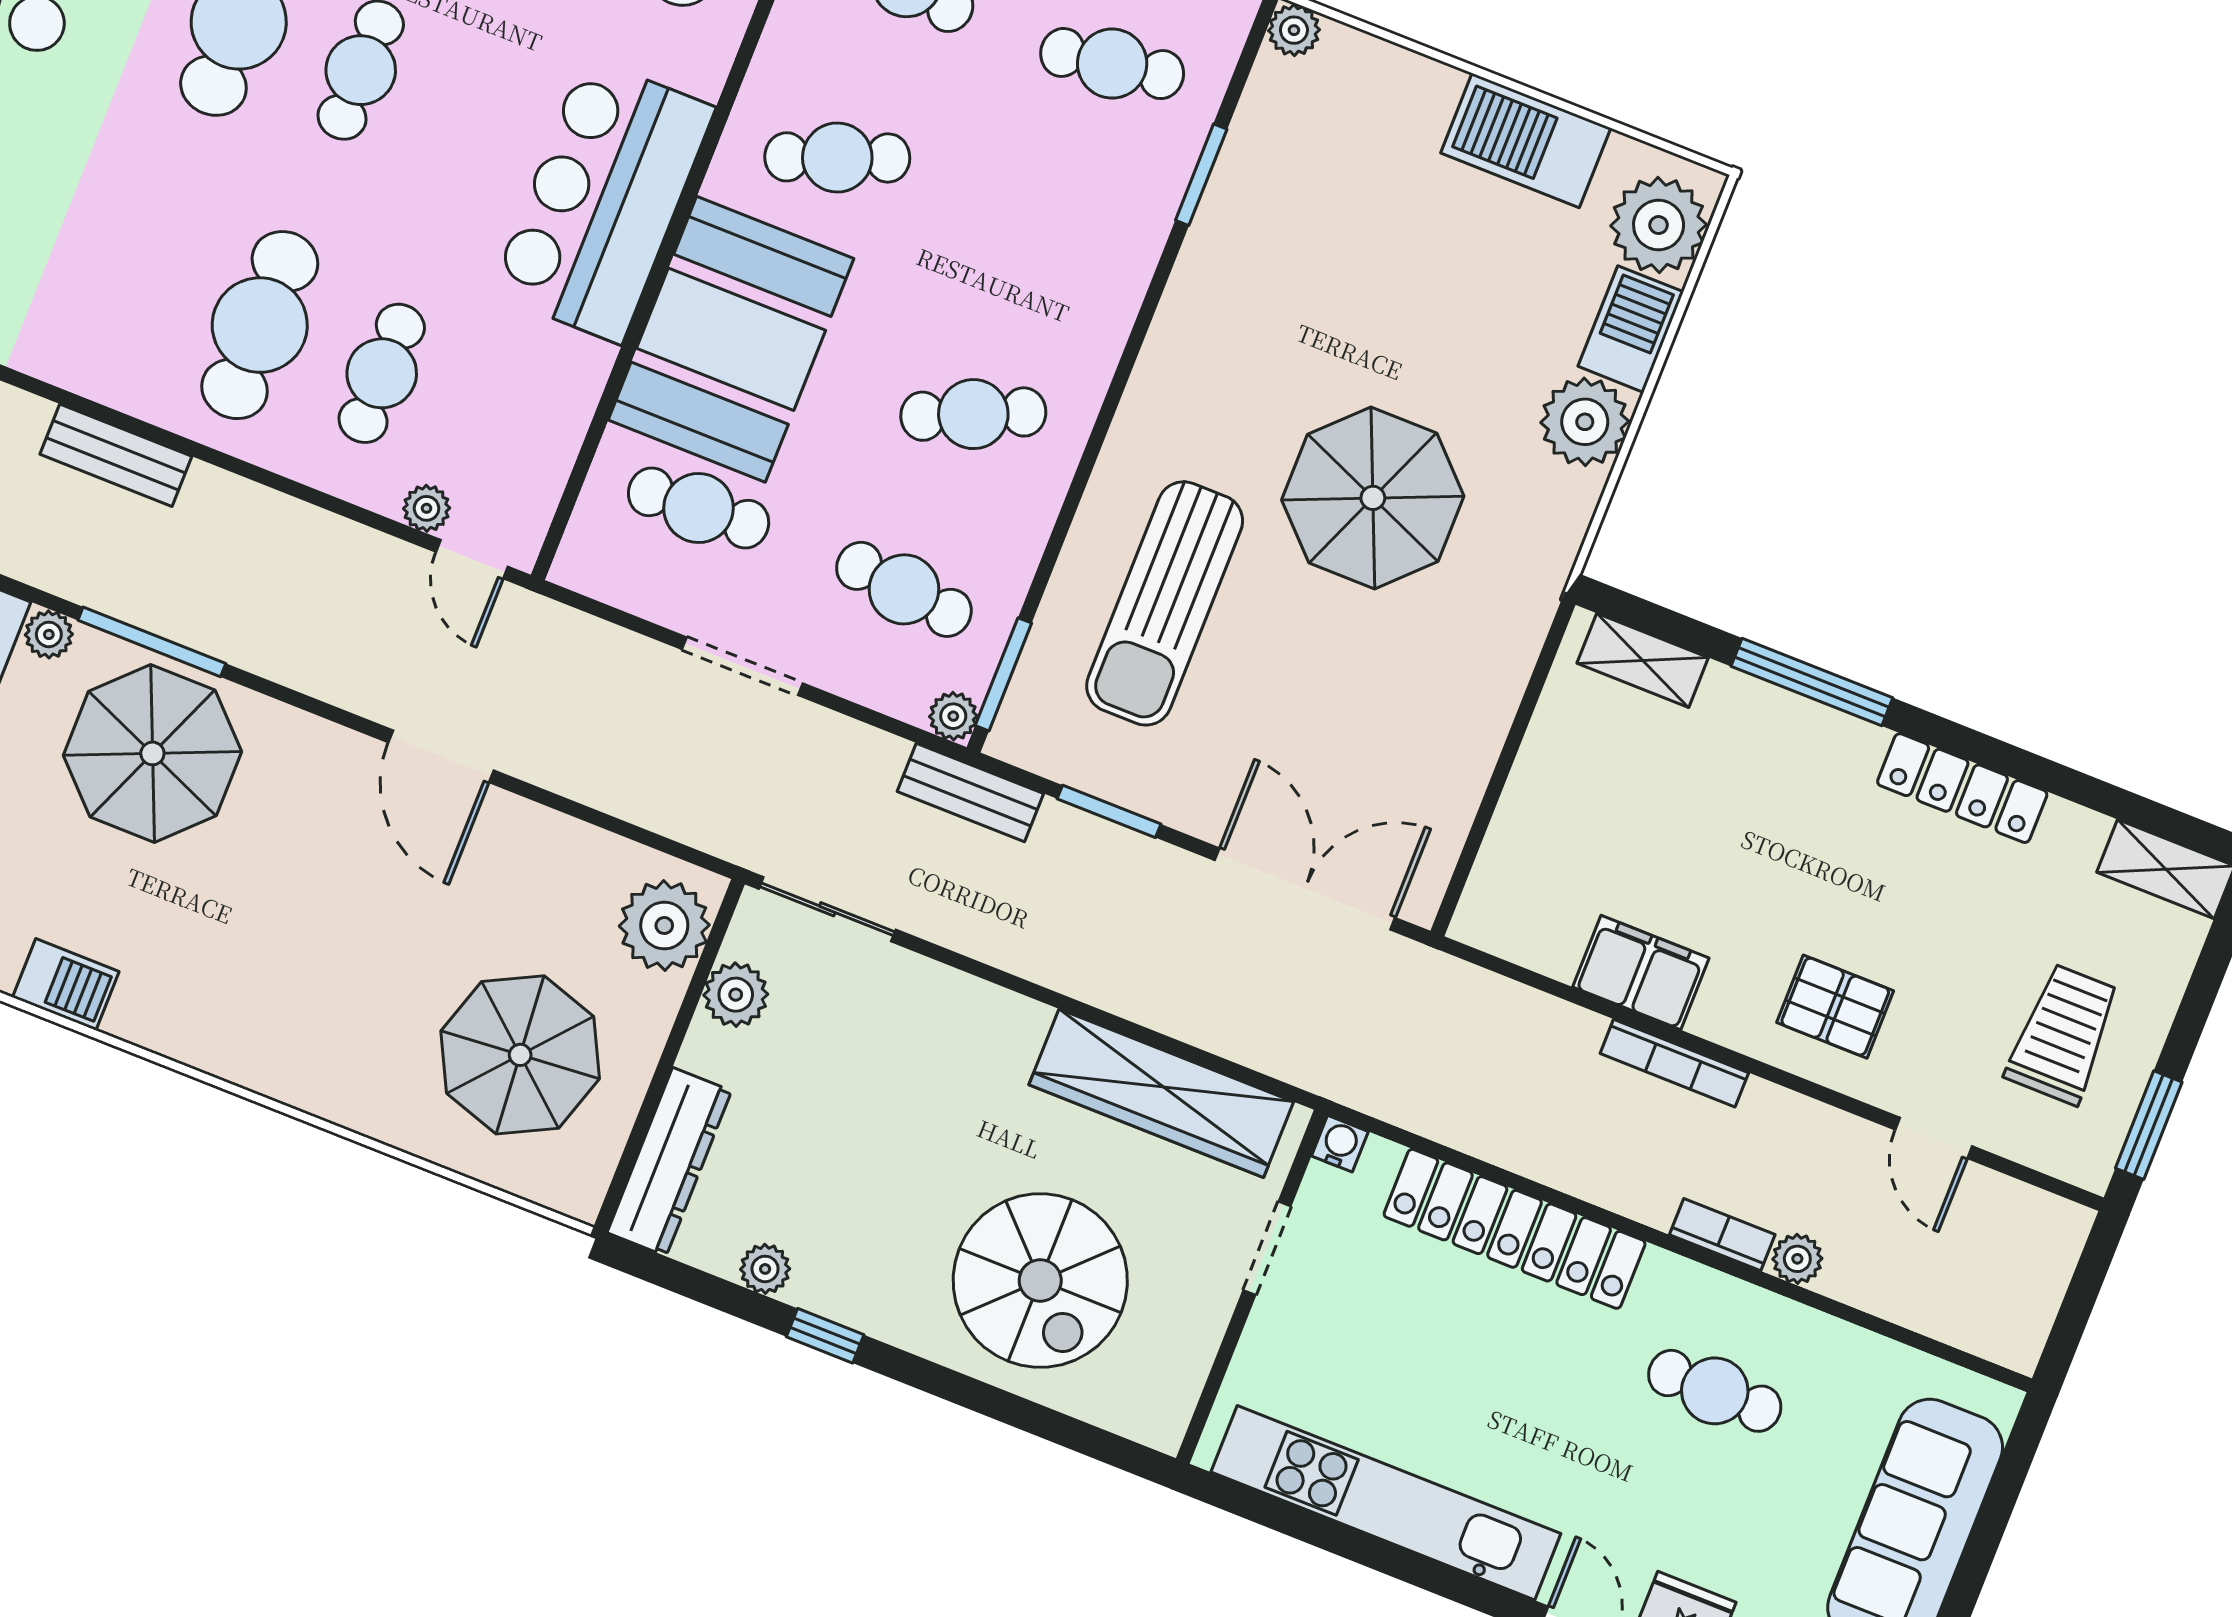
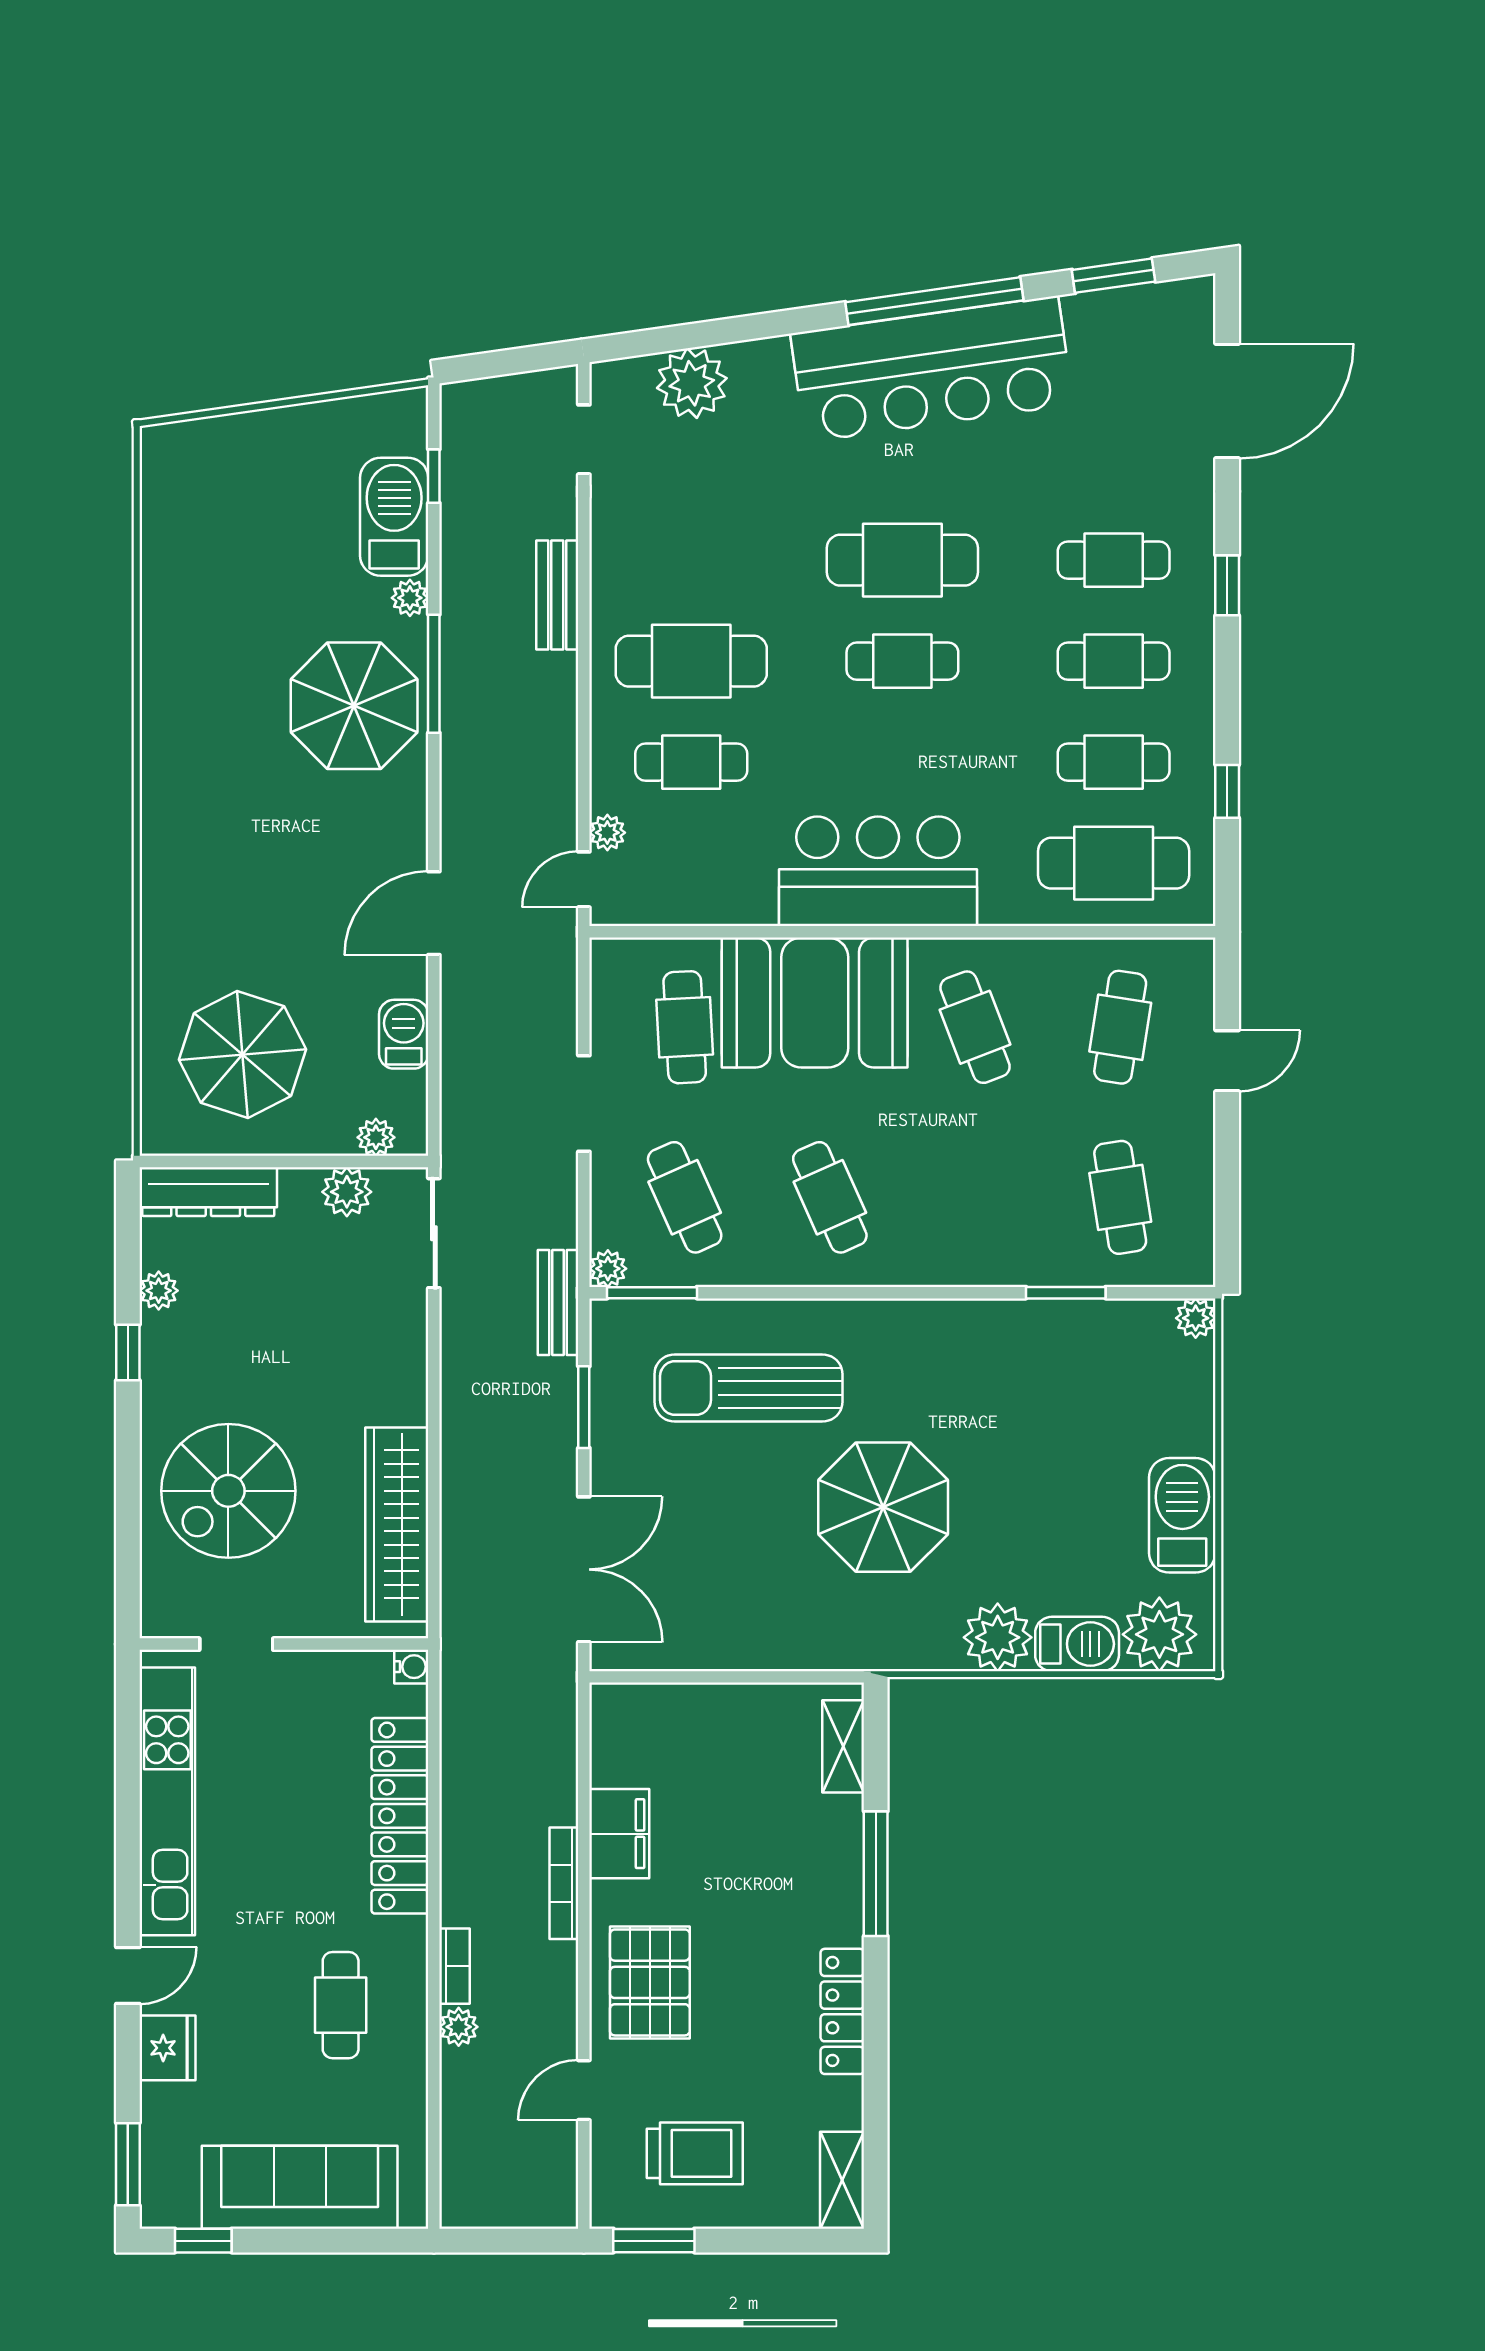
cafe table: (904, 589) -> (685, 1197), turned -30
plant: (664, 926) -> (376, 1137), width x0.53, depth x0.53
barbecue: (66, 984) -> (404, 1034), moved, turned 180
pallet: (1835, 1007) -> (650, 1982), width x1.50, depth x1.42
doorway: (1267, 1248) -> (236, 1644), moved

